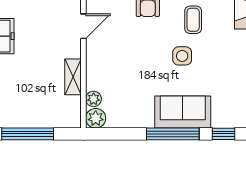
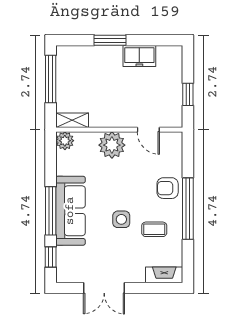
shelving: (73, 77) -> (72, 120), moved
plant: (94, 99) -> (112, 145), moved, width x1.88, depth x1.88
sofa: (183, 112) -> (70, 211), width x1.36

